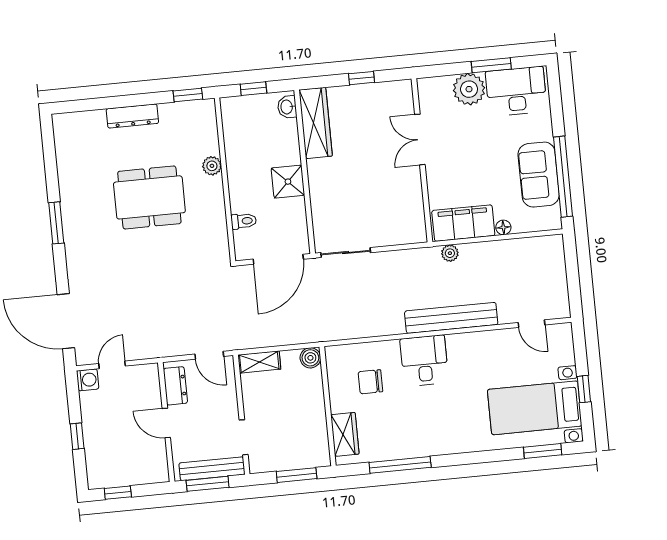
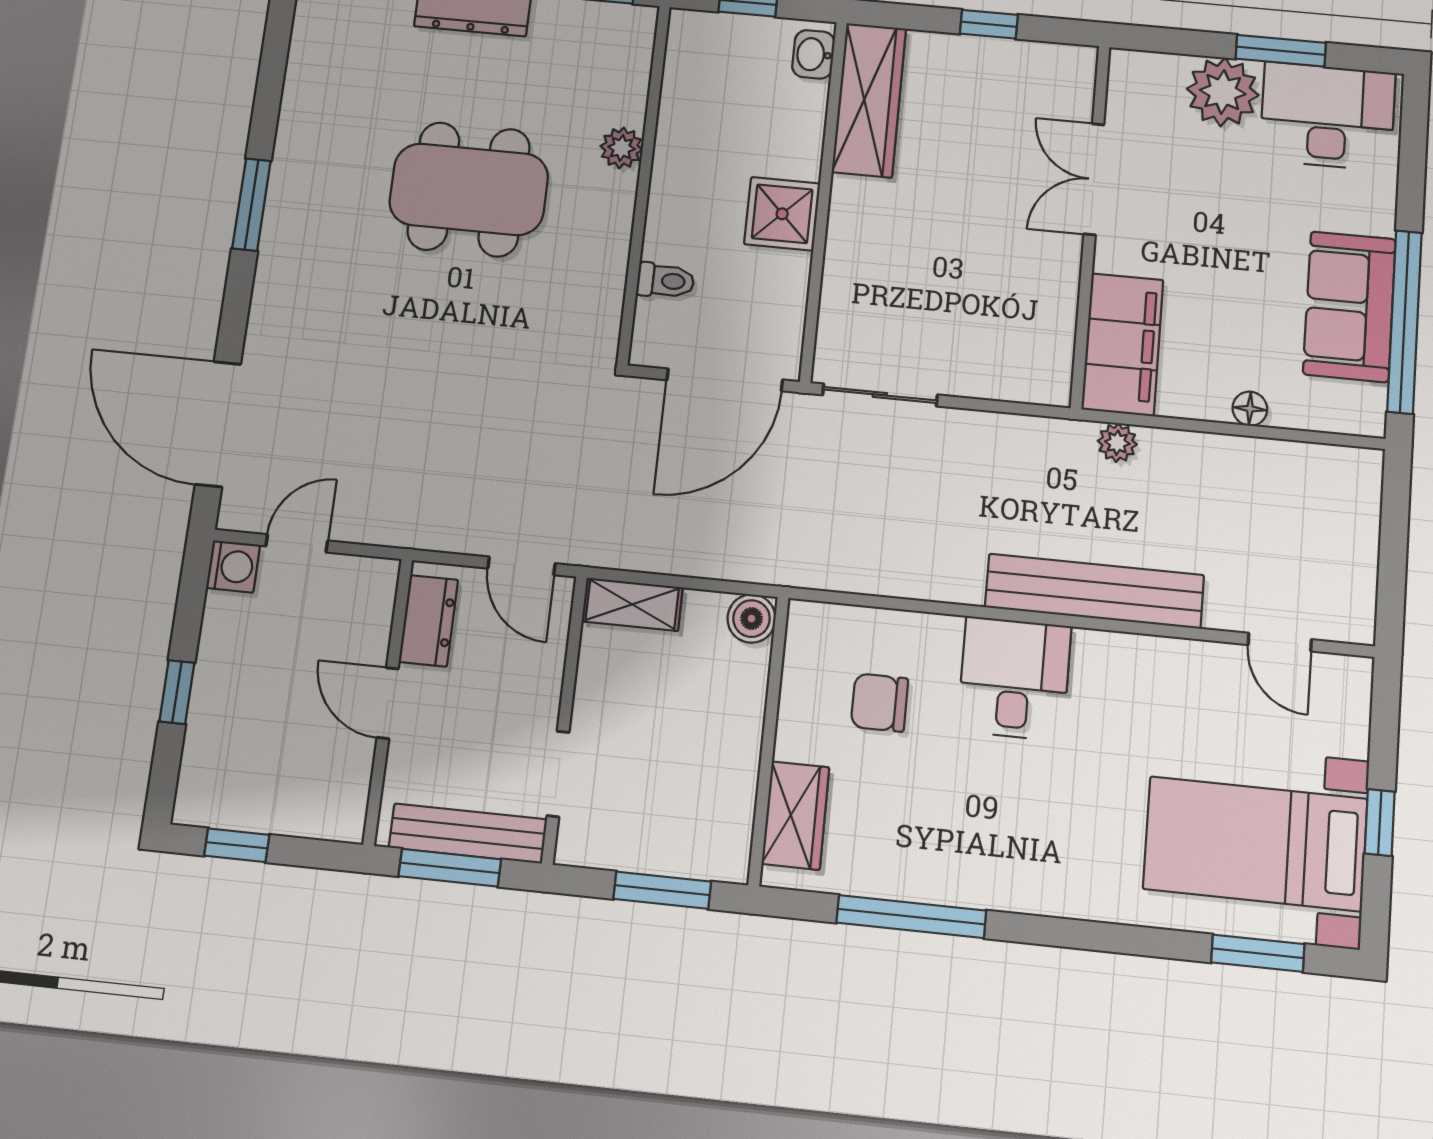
filing cabinet: (463, 223) -> (1122, 344), moved, turned 90

